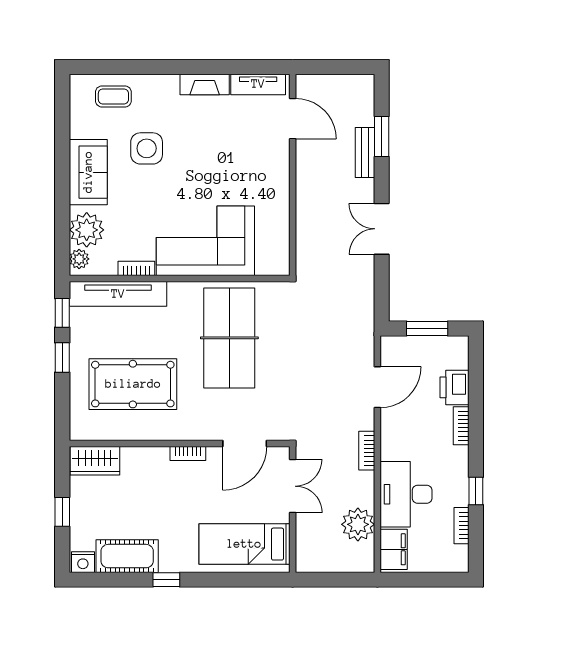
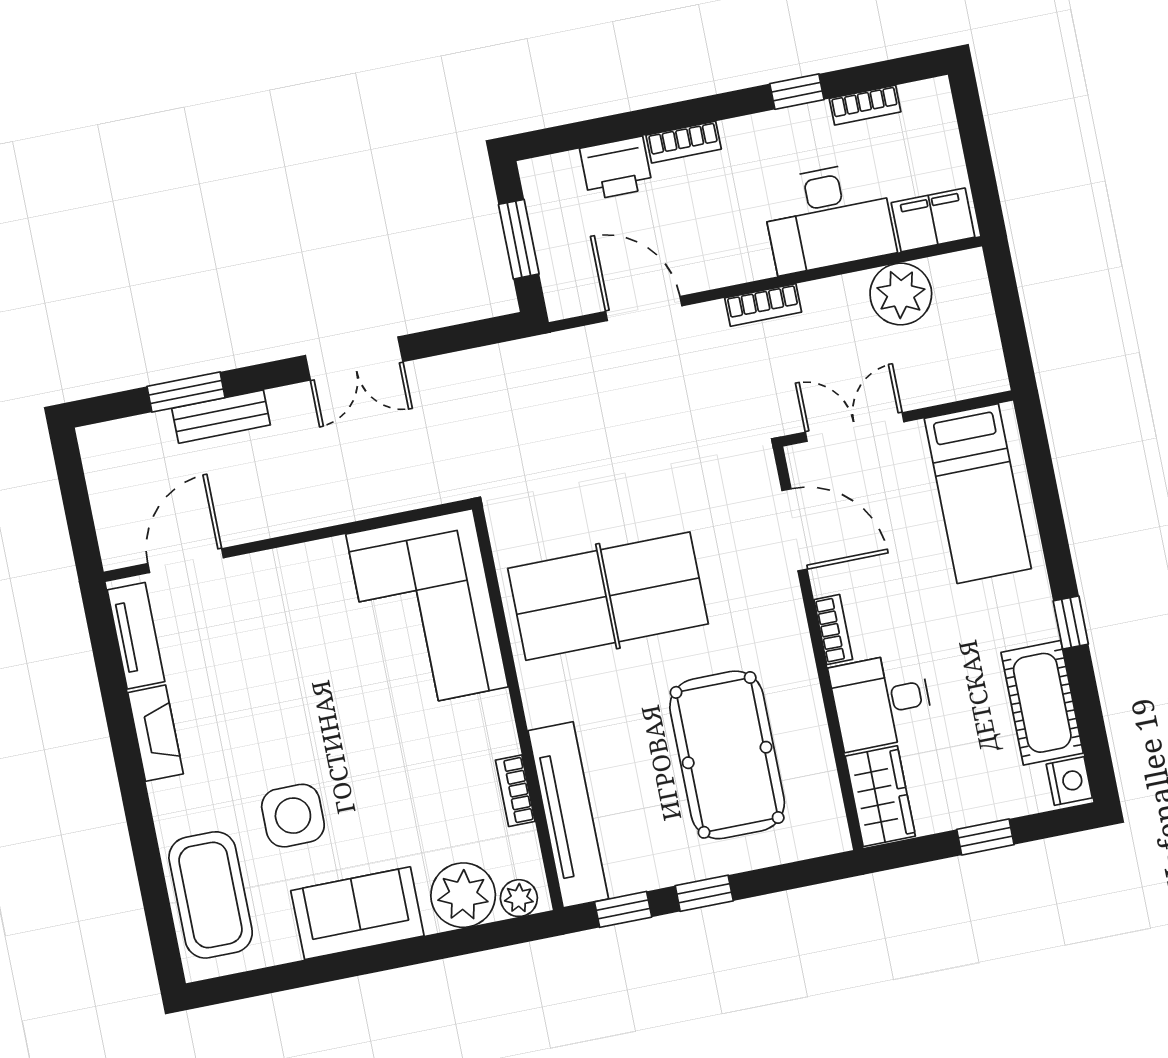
coffee table: (113, 96) -> (211, 895), width x1.86, depth x1.72
corner sofa: (205, 241) -> (427, 610), moved
desk: (145, 471) -> (882, 701), added

